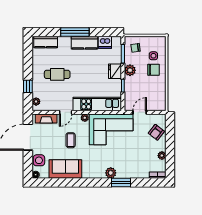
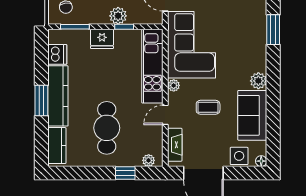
window: (75, 32) -> (41, 101), width x0.69
kitchen counter: (84, 43) -> (58, 96), width x1.50
plant: (130, 70) -> (118, 16), moved
cafe table: (57, 74) -> (107, 128), width x1.37, depth x1.35
door: (66, 112) -> (165, 115), swing flipped
plant: (111, 173) -> (258, 81), moved

